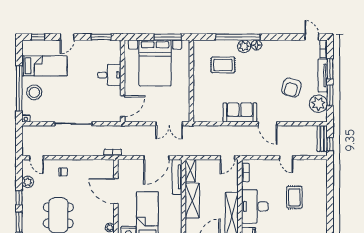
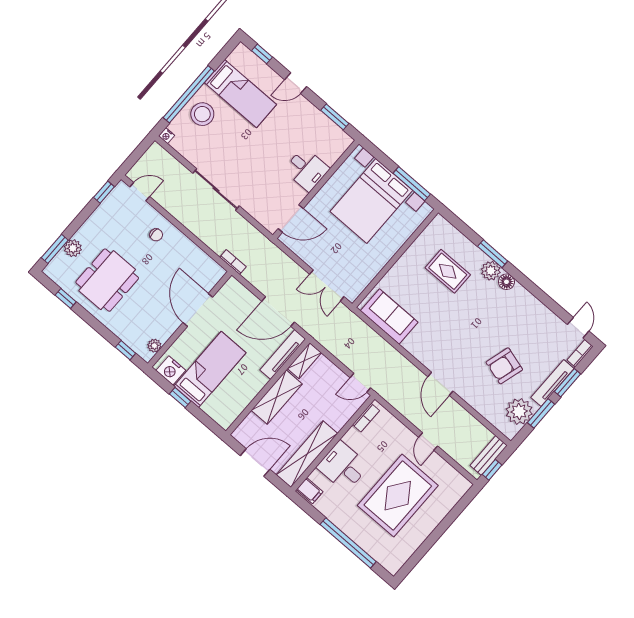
window: (238, 37) -> (493, 254), width x0.47
sofa: (240, 112) -> (389, 317), moved
door: (37, 158) -> (140, 192), swing flipped
plant: (28, 182) -> (73, 248), moved
rug: (294, 197) -> (398, 496), width x1.86, depth x2.06
window: (19, 198) -> (104, 192), moved
desk: (255, 206) -> (343, 466), width x0.73

